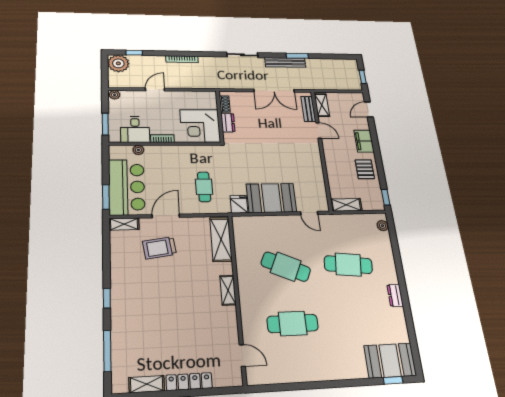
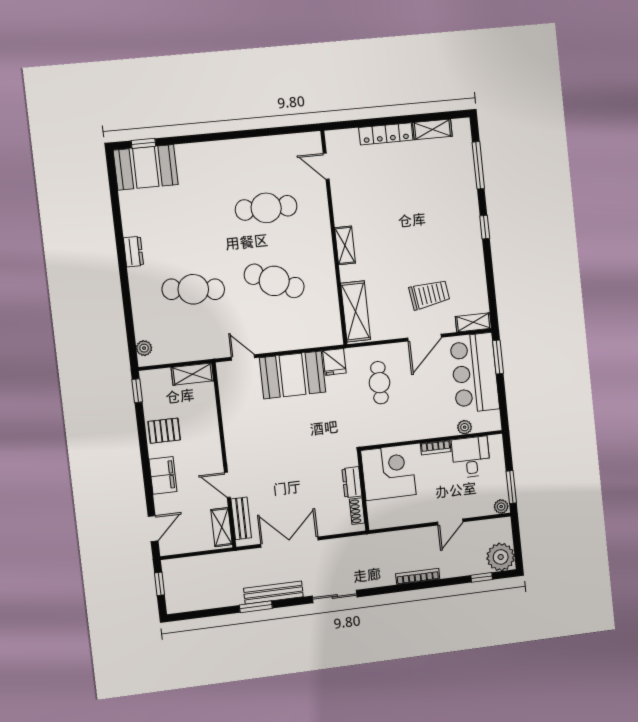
window: (105, 124) -> (511, 487), moved
pallet: (365, 169) -> (164, 431), turned 90

